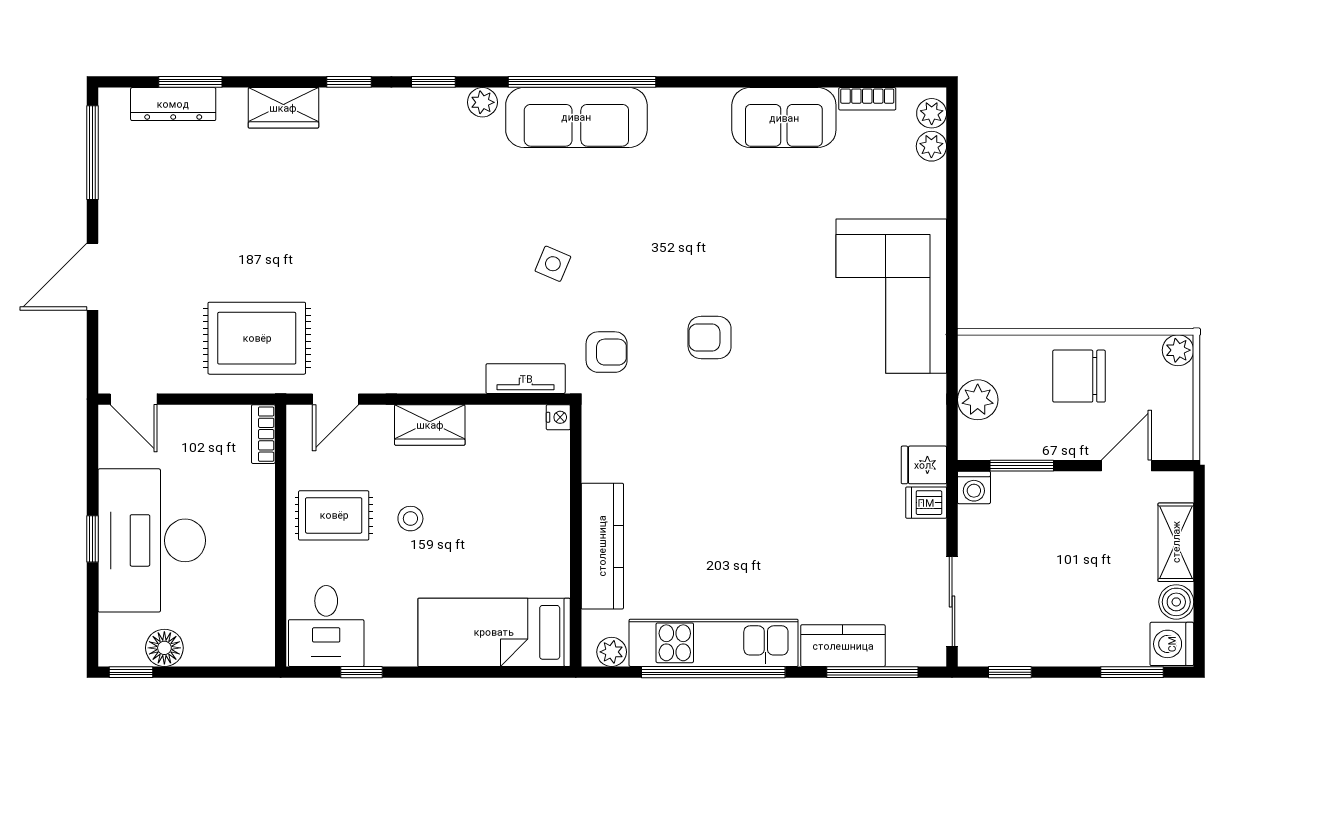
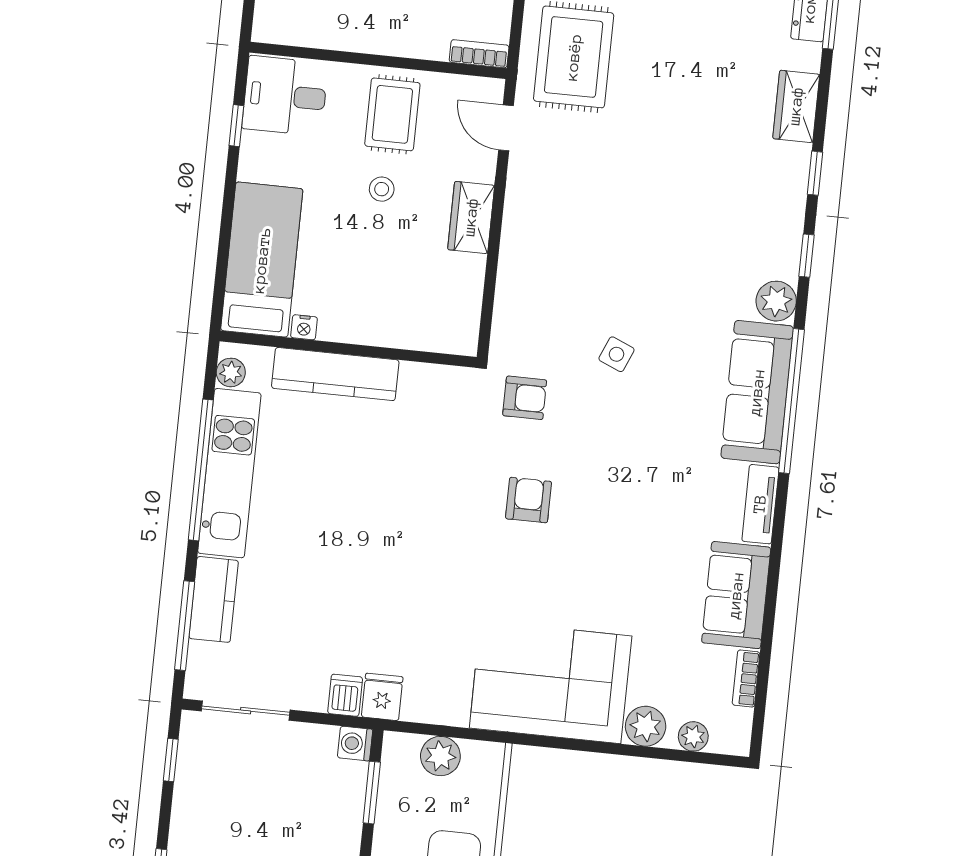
plant: (482, 102) -> (776, 301), width x1.38, depth x1.38
plant: (932, 113) -> (646, 726), moved, width x1.38, depth x1.38
armchair: (607, 352) -> (525, 398), turned -90
tv unit: (526, 379) -> (760, 504), moved, turned 180
nightstand: (558, 417) -> (304, 327), moved

